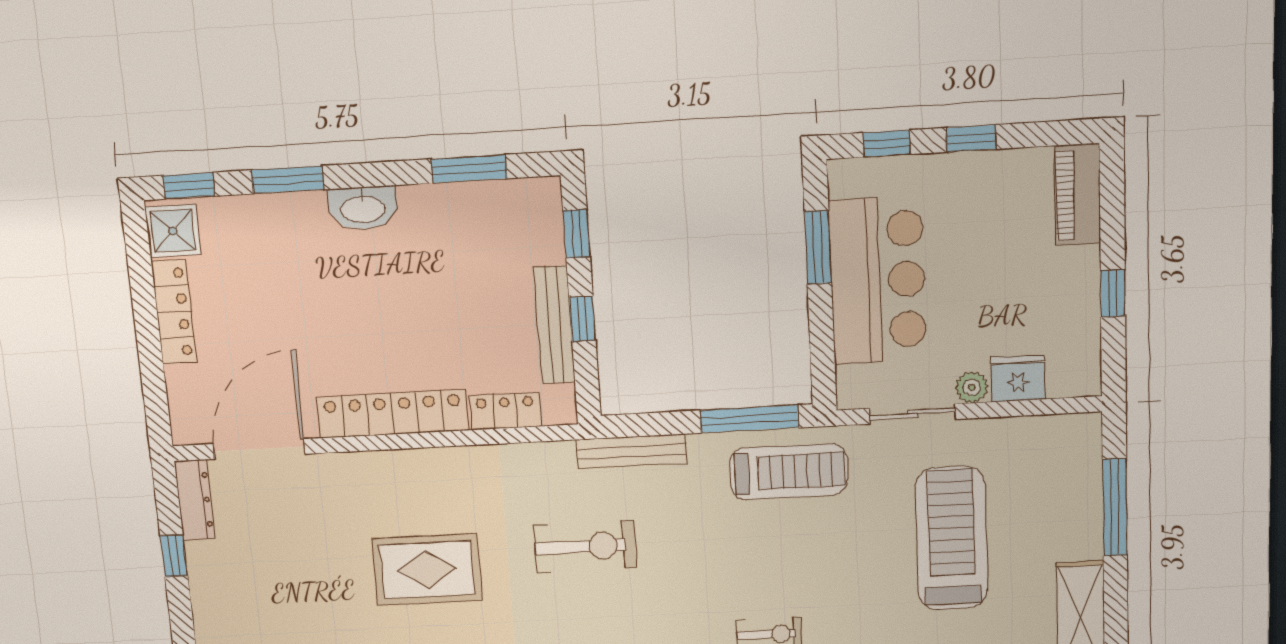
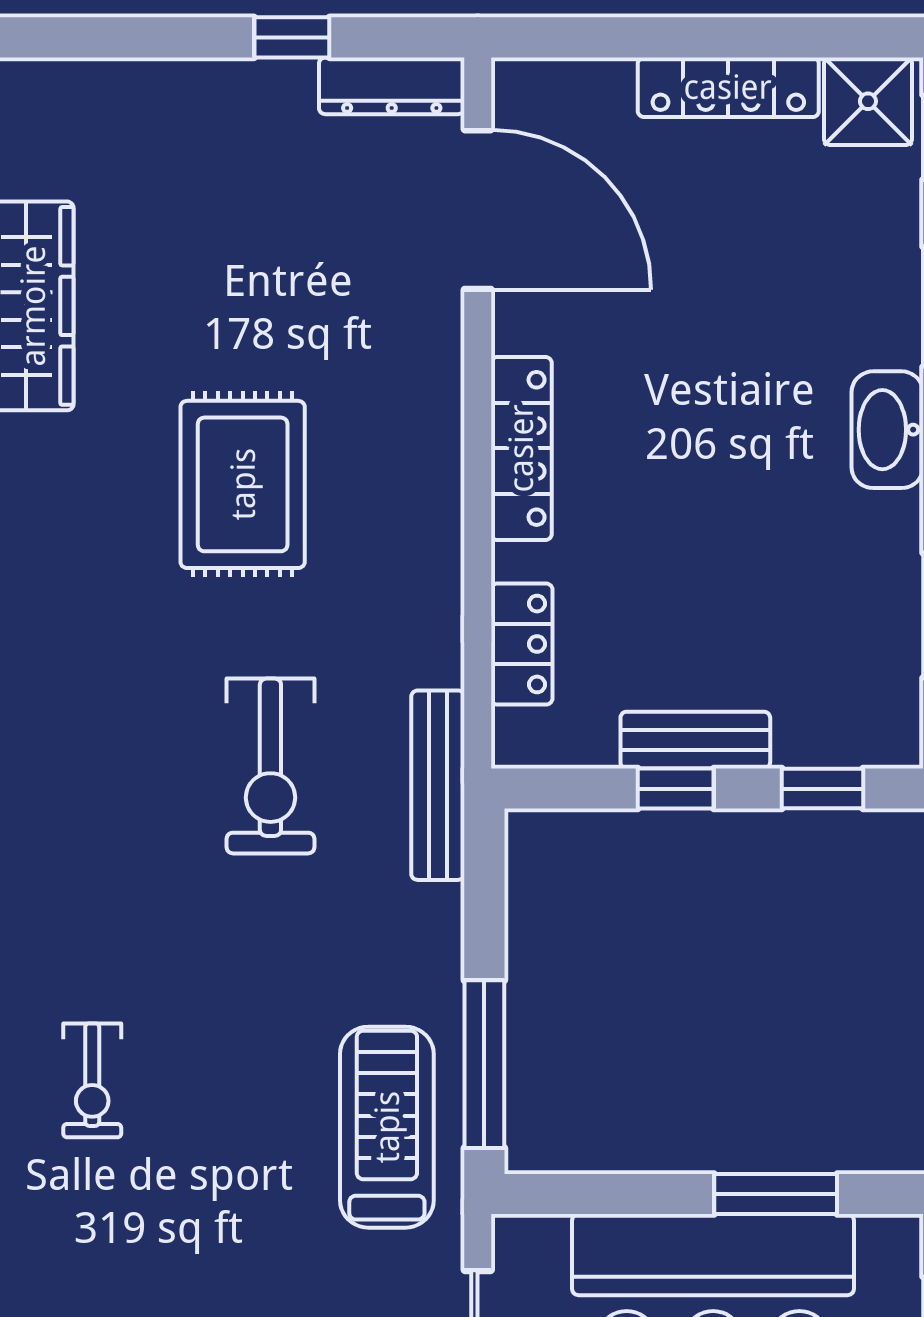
bench: (554, 325) -> (695, 740), width x0.73
locker: (393, 414) -> (521, 448), width x0.71, depth x0.83
bench: (631, 451) -> (438, 785), moved
treadmill: (788, 472) -> (387, 1127), turned 180

